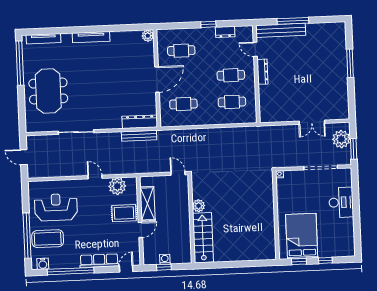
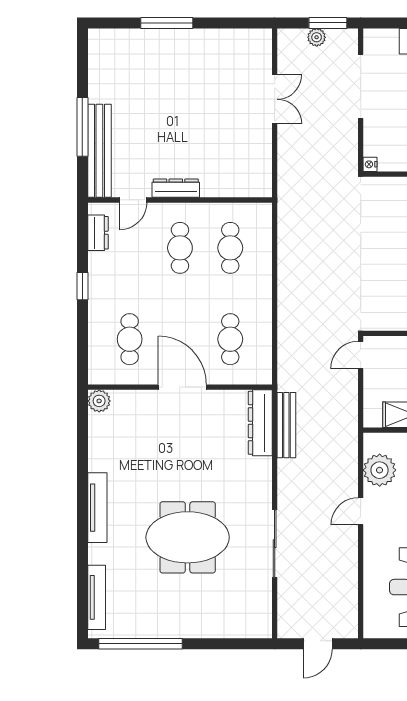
dresser: (225, 32) -> (98, 233), moved
meeting table: (48, 91) -> (188, 537), moved
plant: (341, 139) -> (317, 37), width x0.53, depth x0.53

